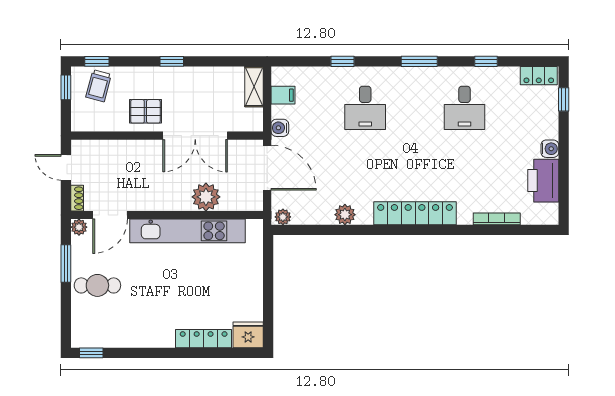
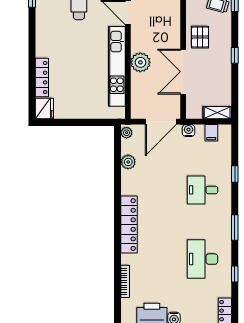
desk: (464, 108) -> (202, 259), width x1.37
plant: (206, 197) -> (140, 62), moved
plant: (345, 215) -> (128, 162), moved

